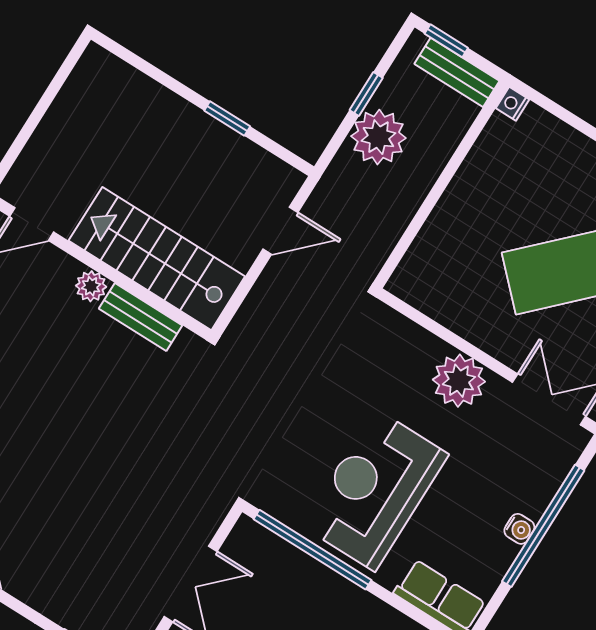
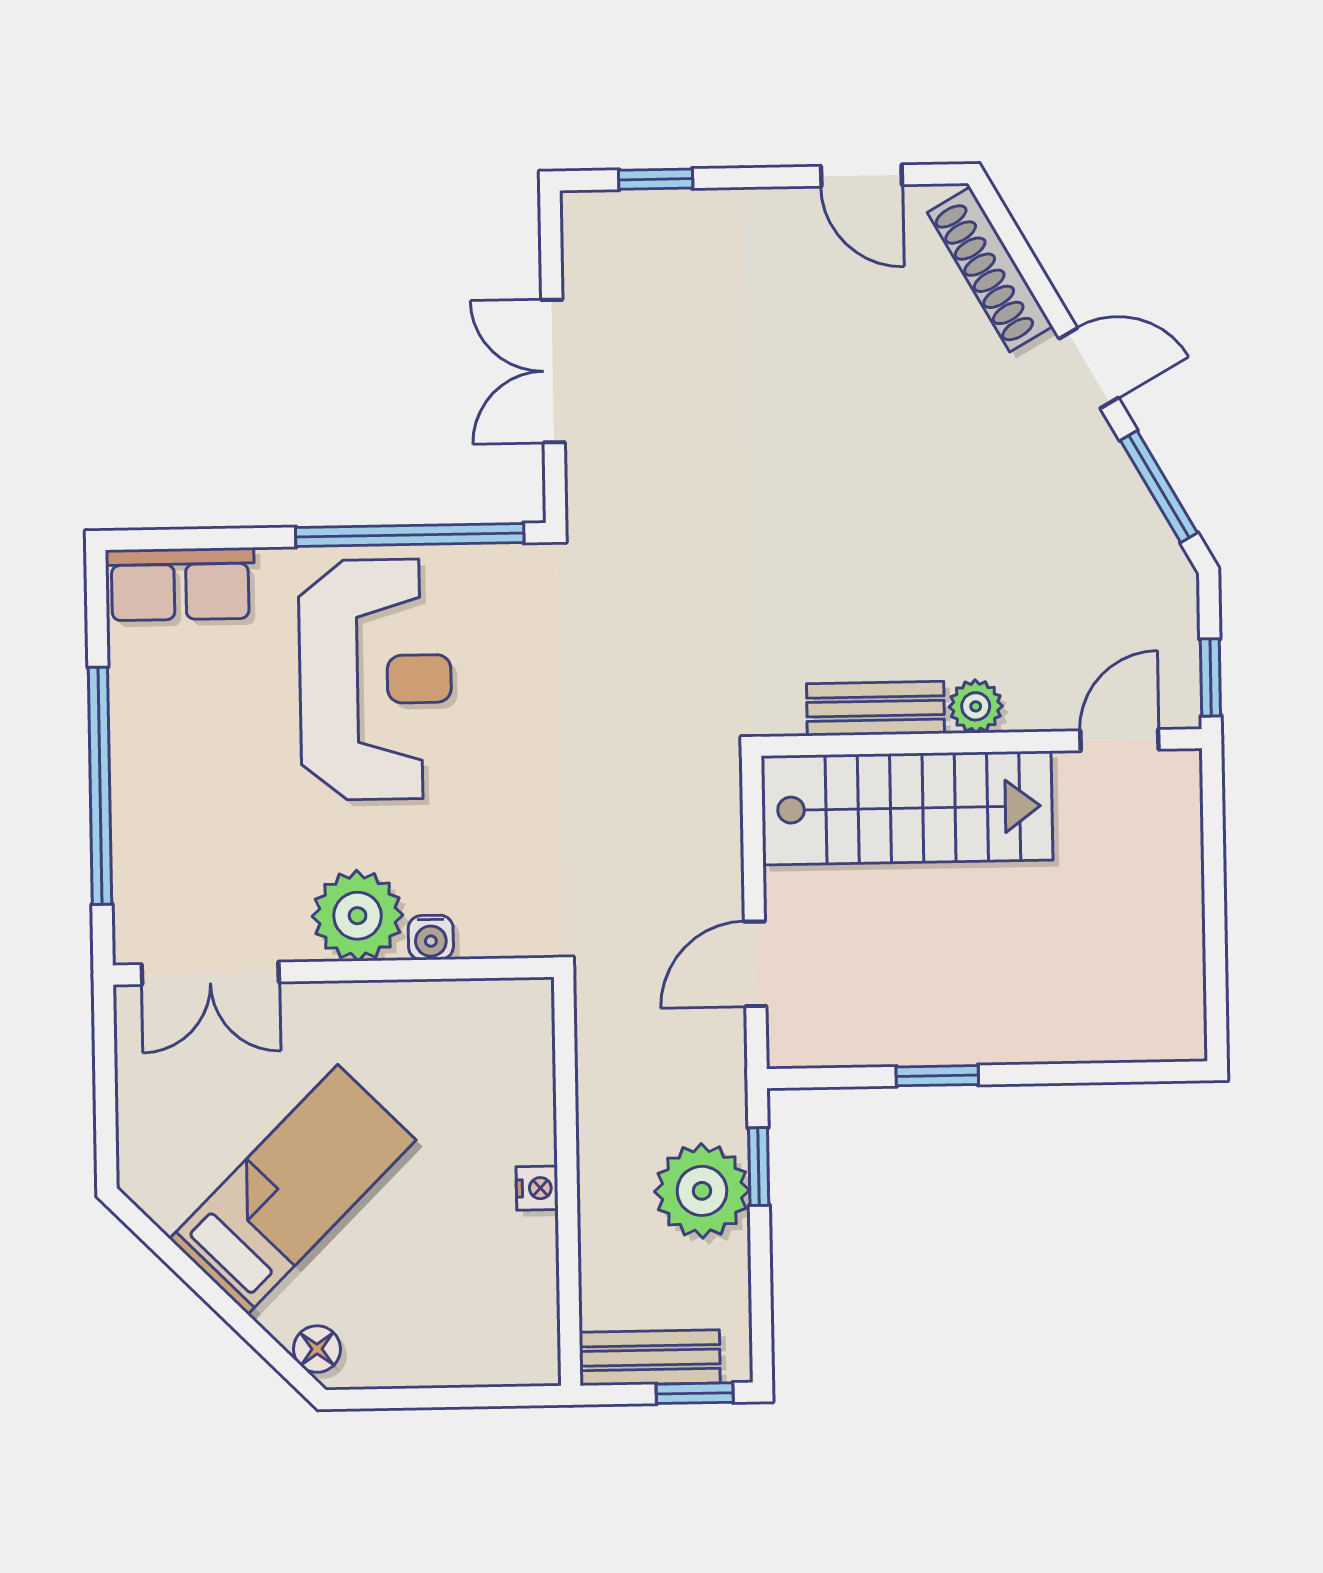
window: (366, 94) -> (759, 1167), moved
nightstand: (512, 104) -> (537, 1188), moved
water cooler: (519, 529) -> (431, 938), moved, turned -90

